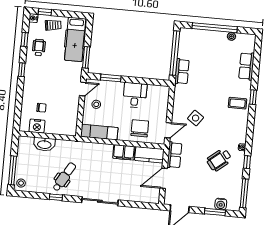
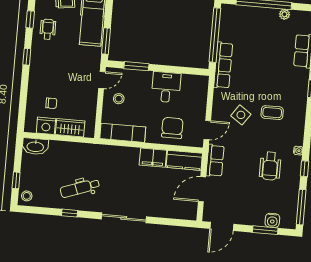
row of seats: (182, 72) -> (223, 65), width x1.48
coffee table: (237, 103) -> (272, 113), moved
wardrobe: (57, 128) -> (70, 128), added
washbasin: (44, 144) -> (35, 146), moved
wheelchair: (219, 160) -> (270, 166), turned -51
window: (12, 170) -> (16, 180), width x0.46
dental chair: (64, 177) -> (80, 188), turned -140

